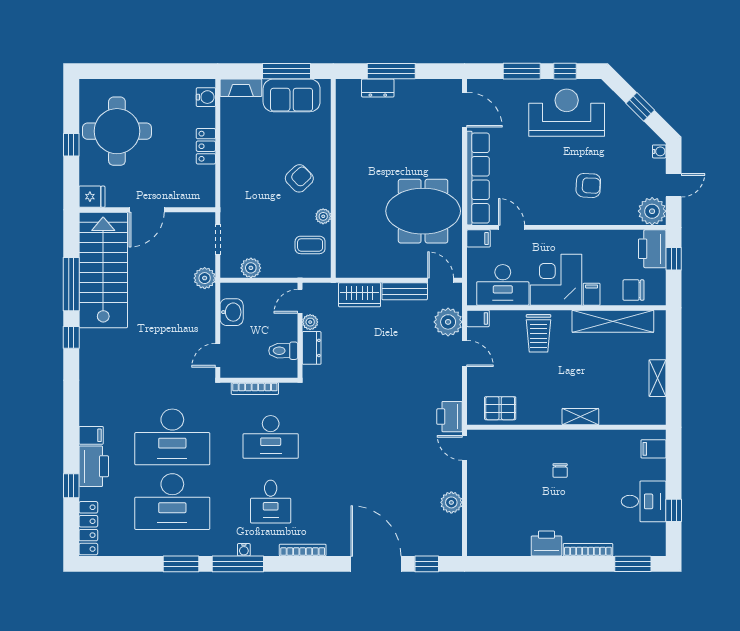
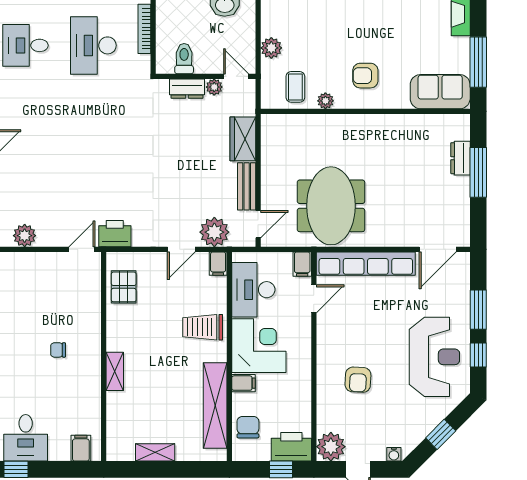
sofa: (292, 95) -> (440, 92), moved, turned 90
armchair: (299, 178) -> (365, 76), turned 134
plant: (251, 268) -> (271, 48), moved

